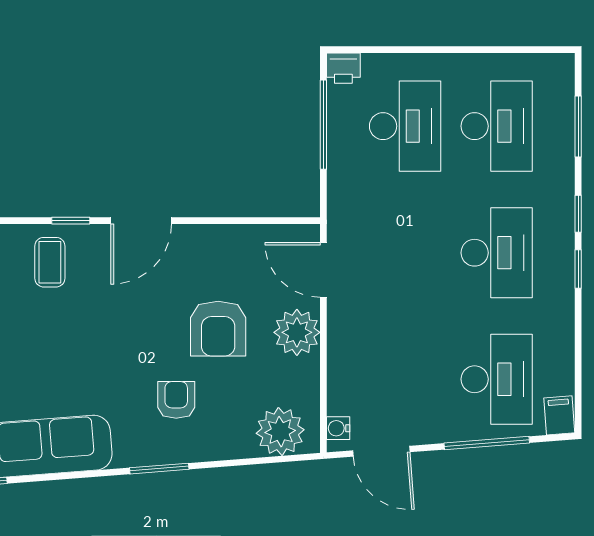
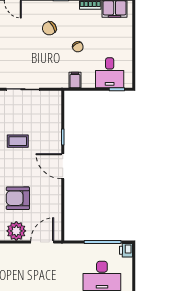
coffee table: (50, 262) -> (18, 141), moved

